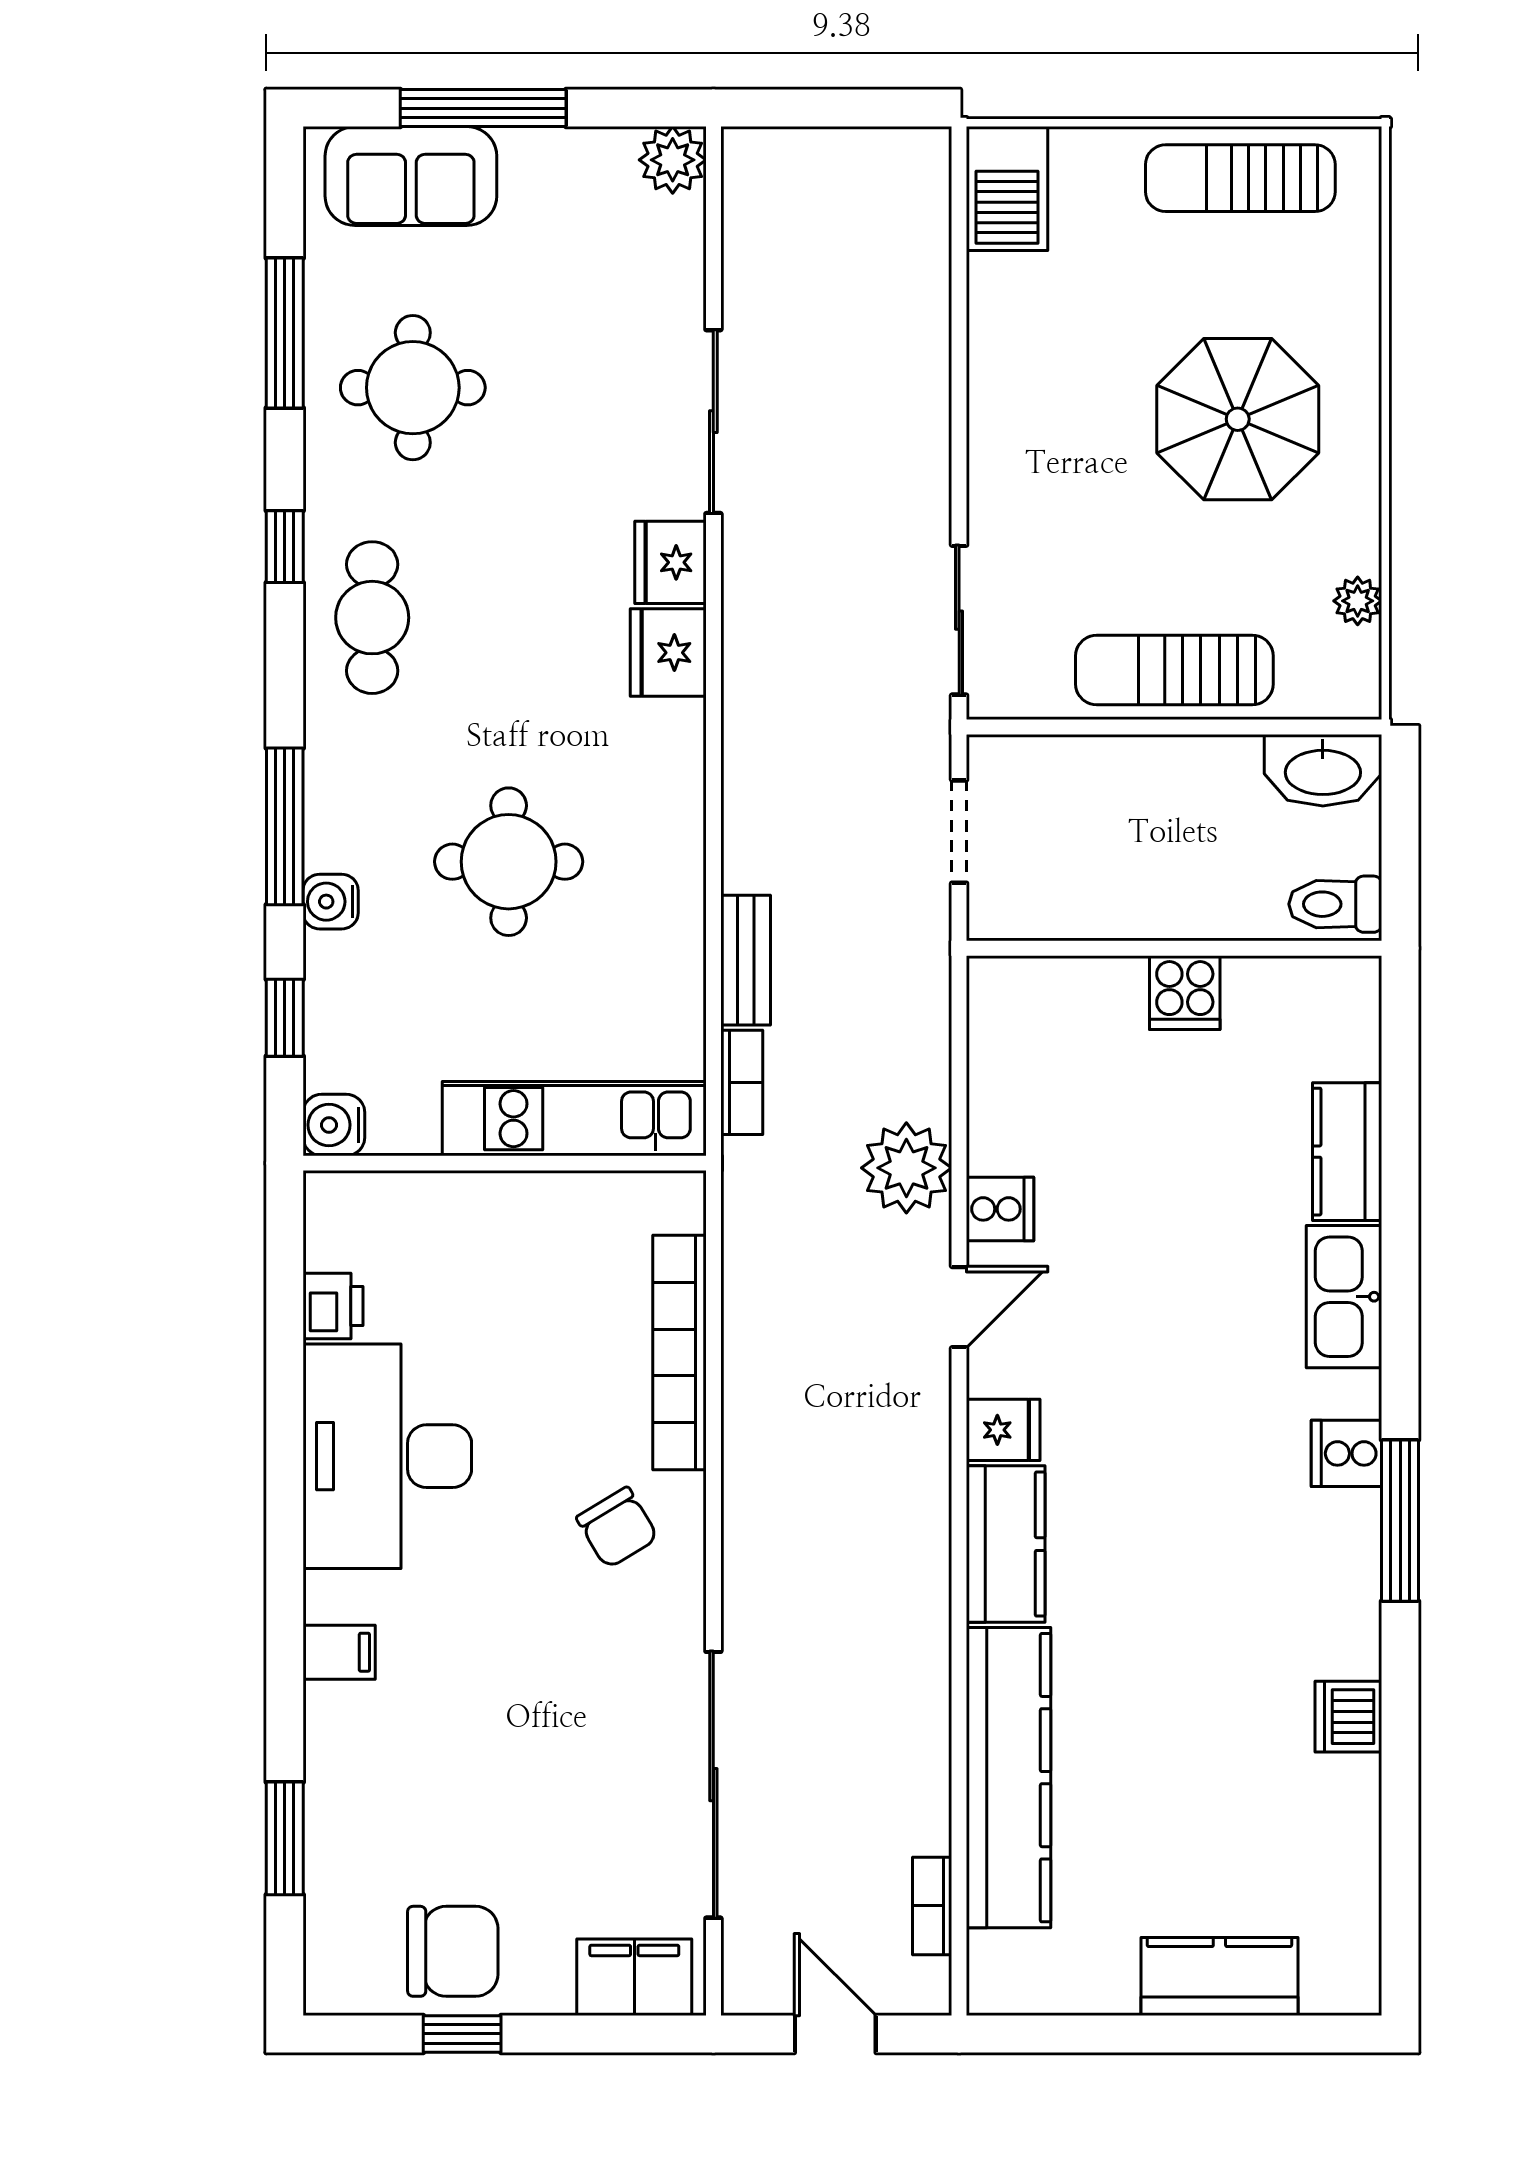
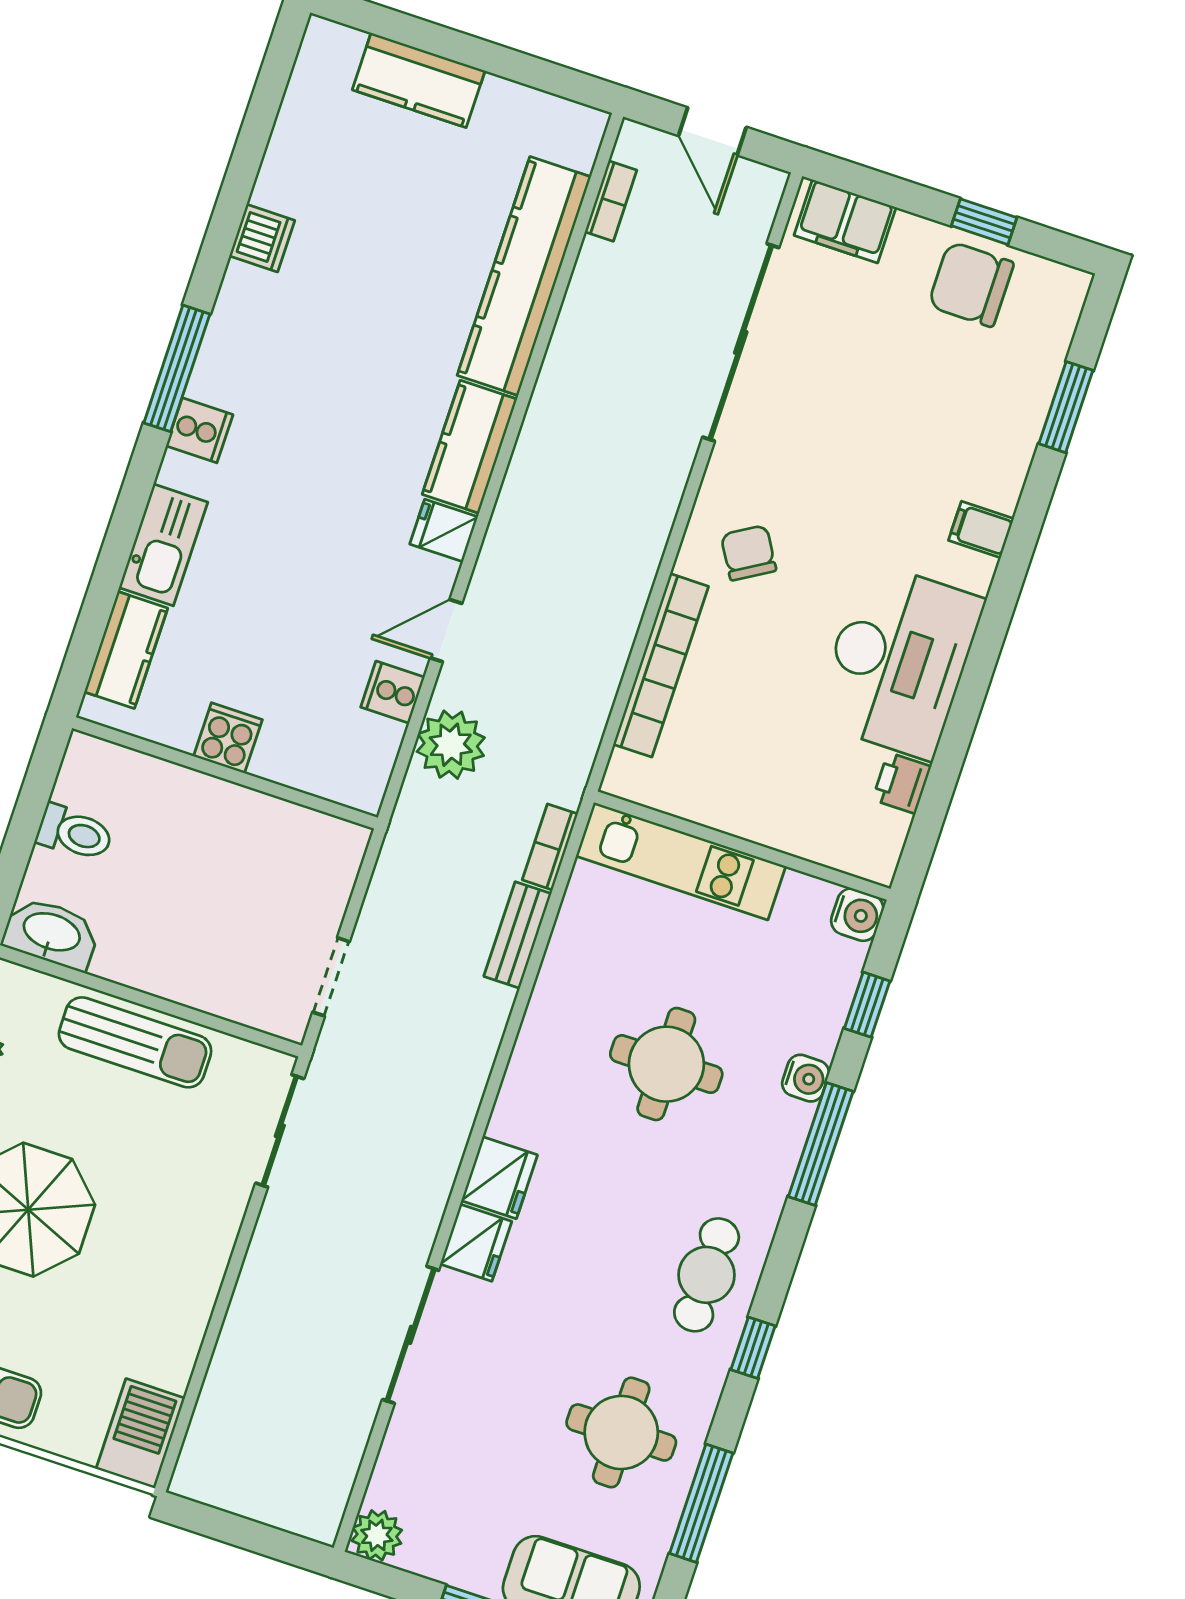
wall: (1174, 948) -> (225, 773), moved
cooker: (1185, 993) -> (228, 738), moved

